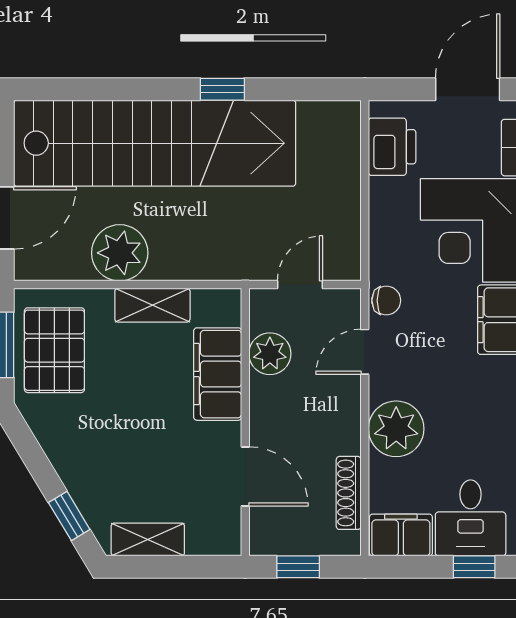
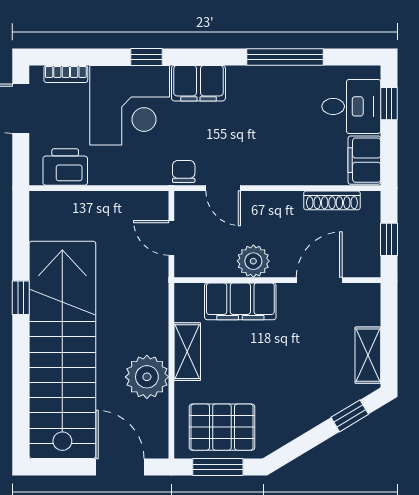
plant: (270, 354) -> (253, 261), moved
plant: (396, 429) -> (283, 164), removed

